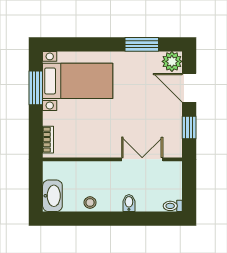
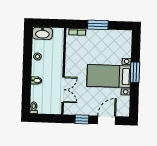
window: (142, 44) -> (135, 72), moved
plant: (172, 61) -> (123, 110), removed
bed with nightstands: (78, 81) -> (109, 76), moved, turned 90
window: (36, 88) -> (98, 25), moved

